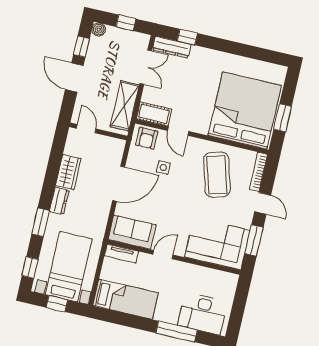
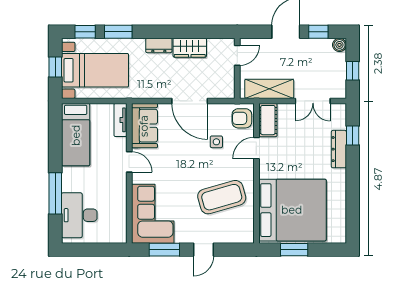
dresser: (172, 47) -> (339, 149), moved
bookcase: (259, 172) -> (234, 238), removed
window: (41, 222) -> (118, 32), moved

